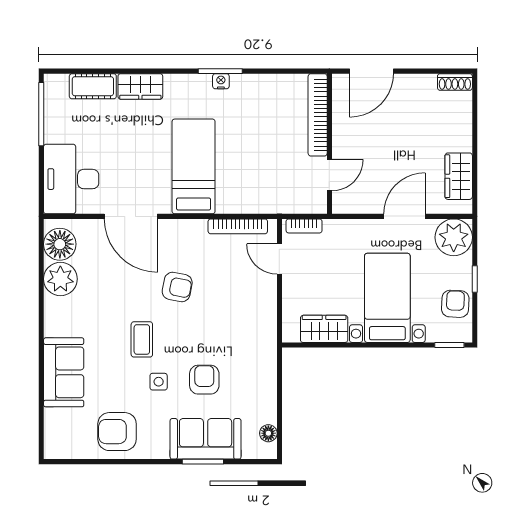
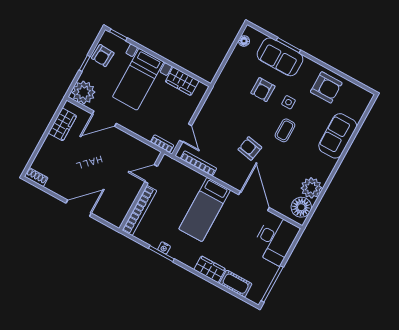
bookcase: (318, 115) -> (139, 210), moved
wall: (329, 144) -> (142, 191), moved
door: (329, 175) -> (151, 174), moved

